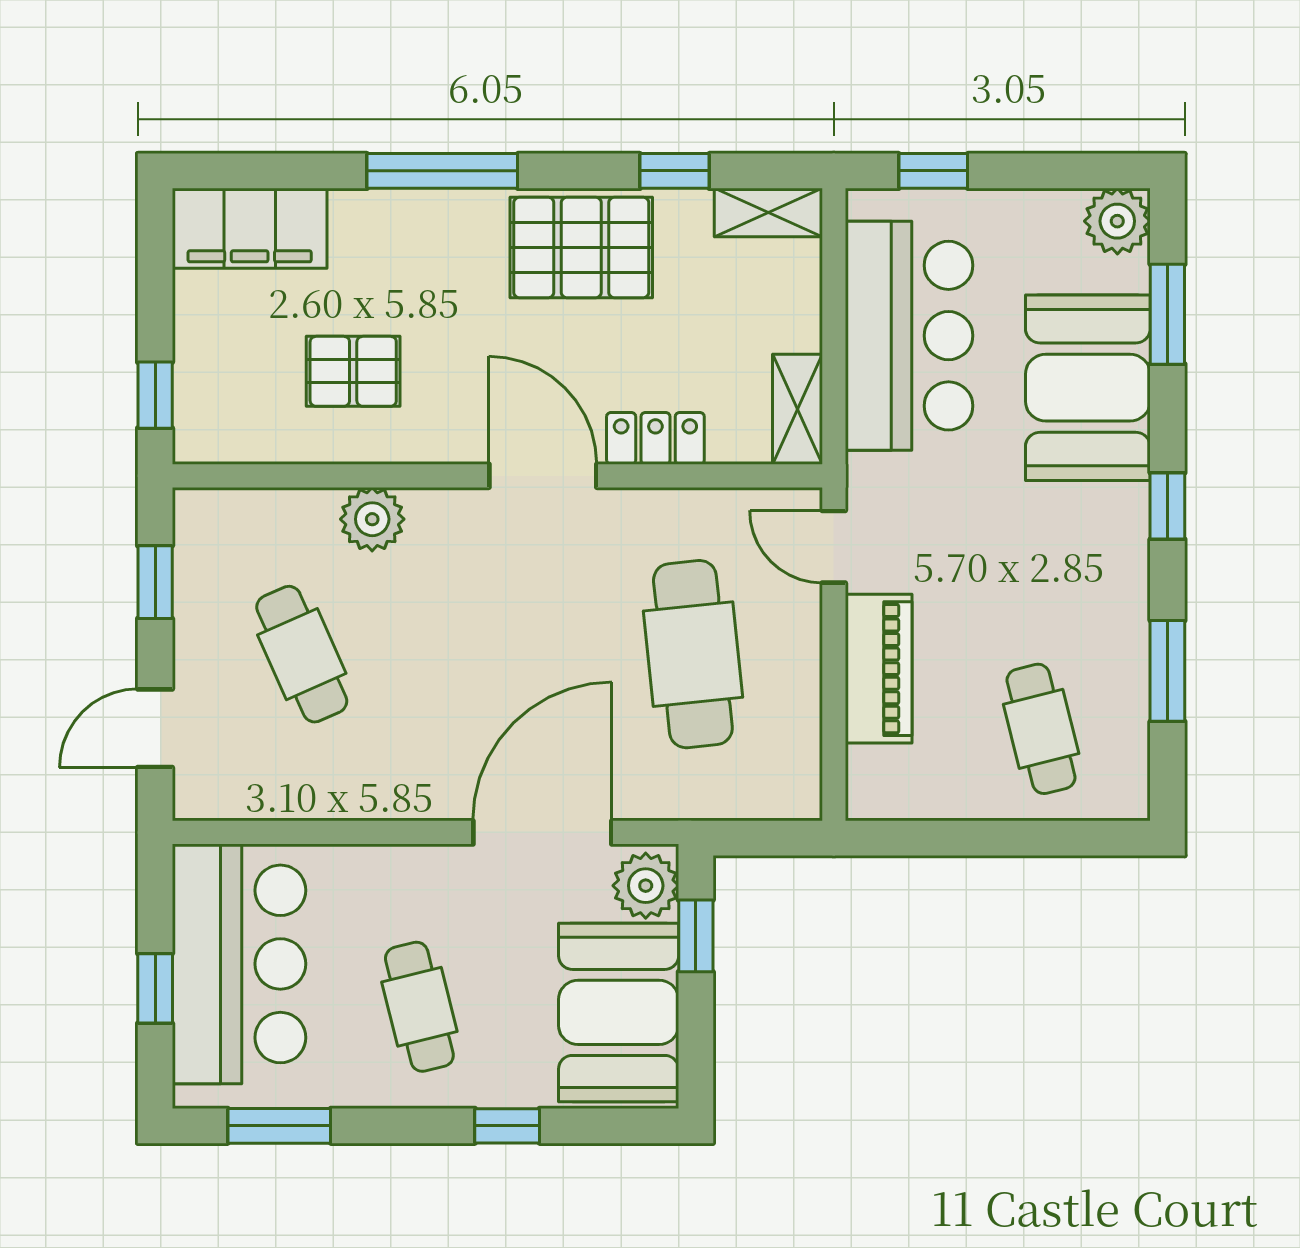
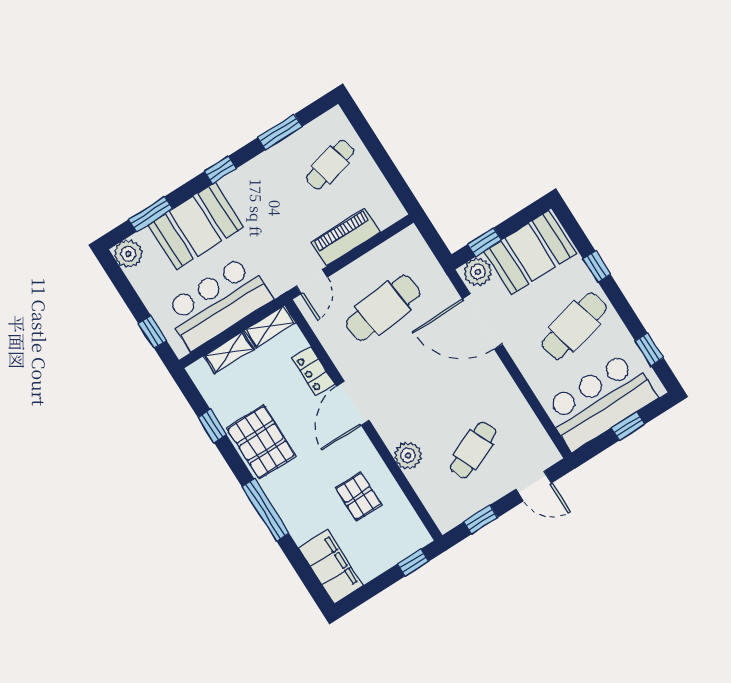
shelving: (768, 213) -> (229, 352), moved, turned 90
cafe table: (419, 1007) -> (574, 326), width x1.37, depth x1.35
window: (279, 1126) -> (649, 349), width x0.67

